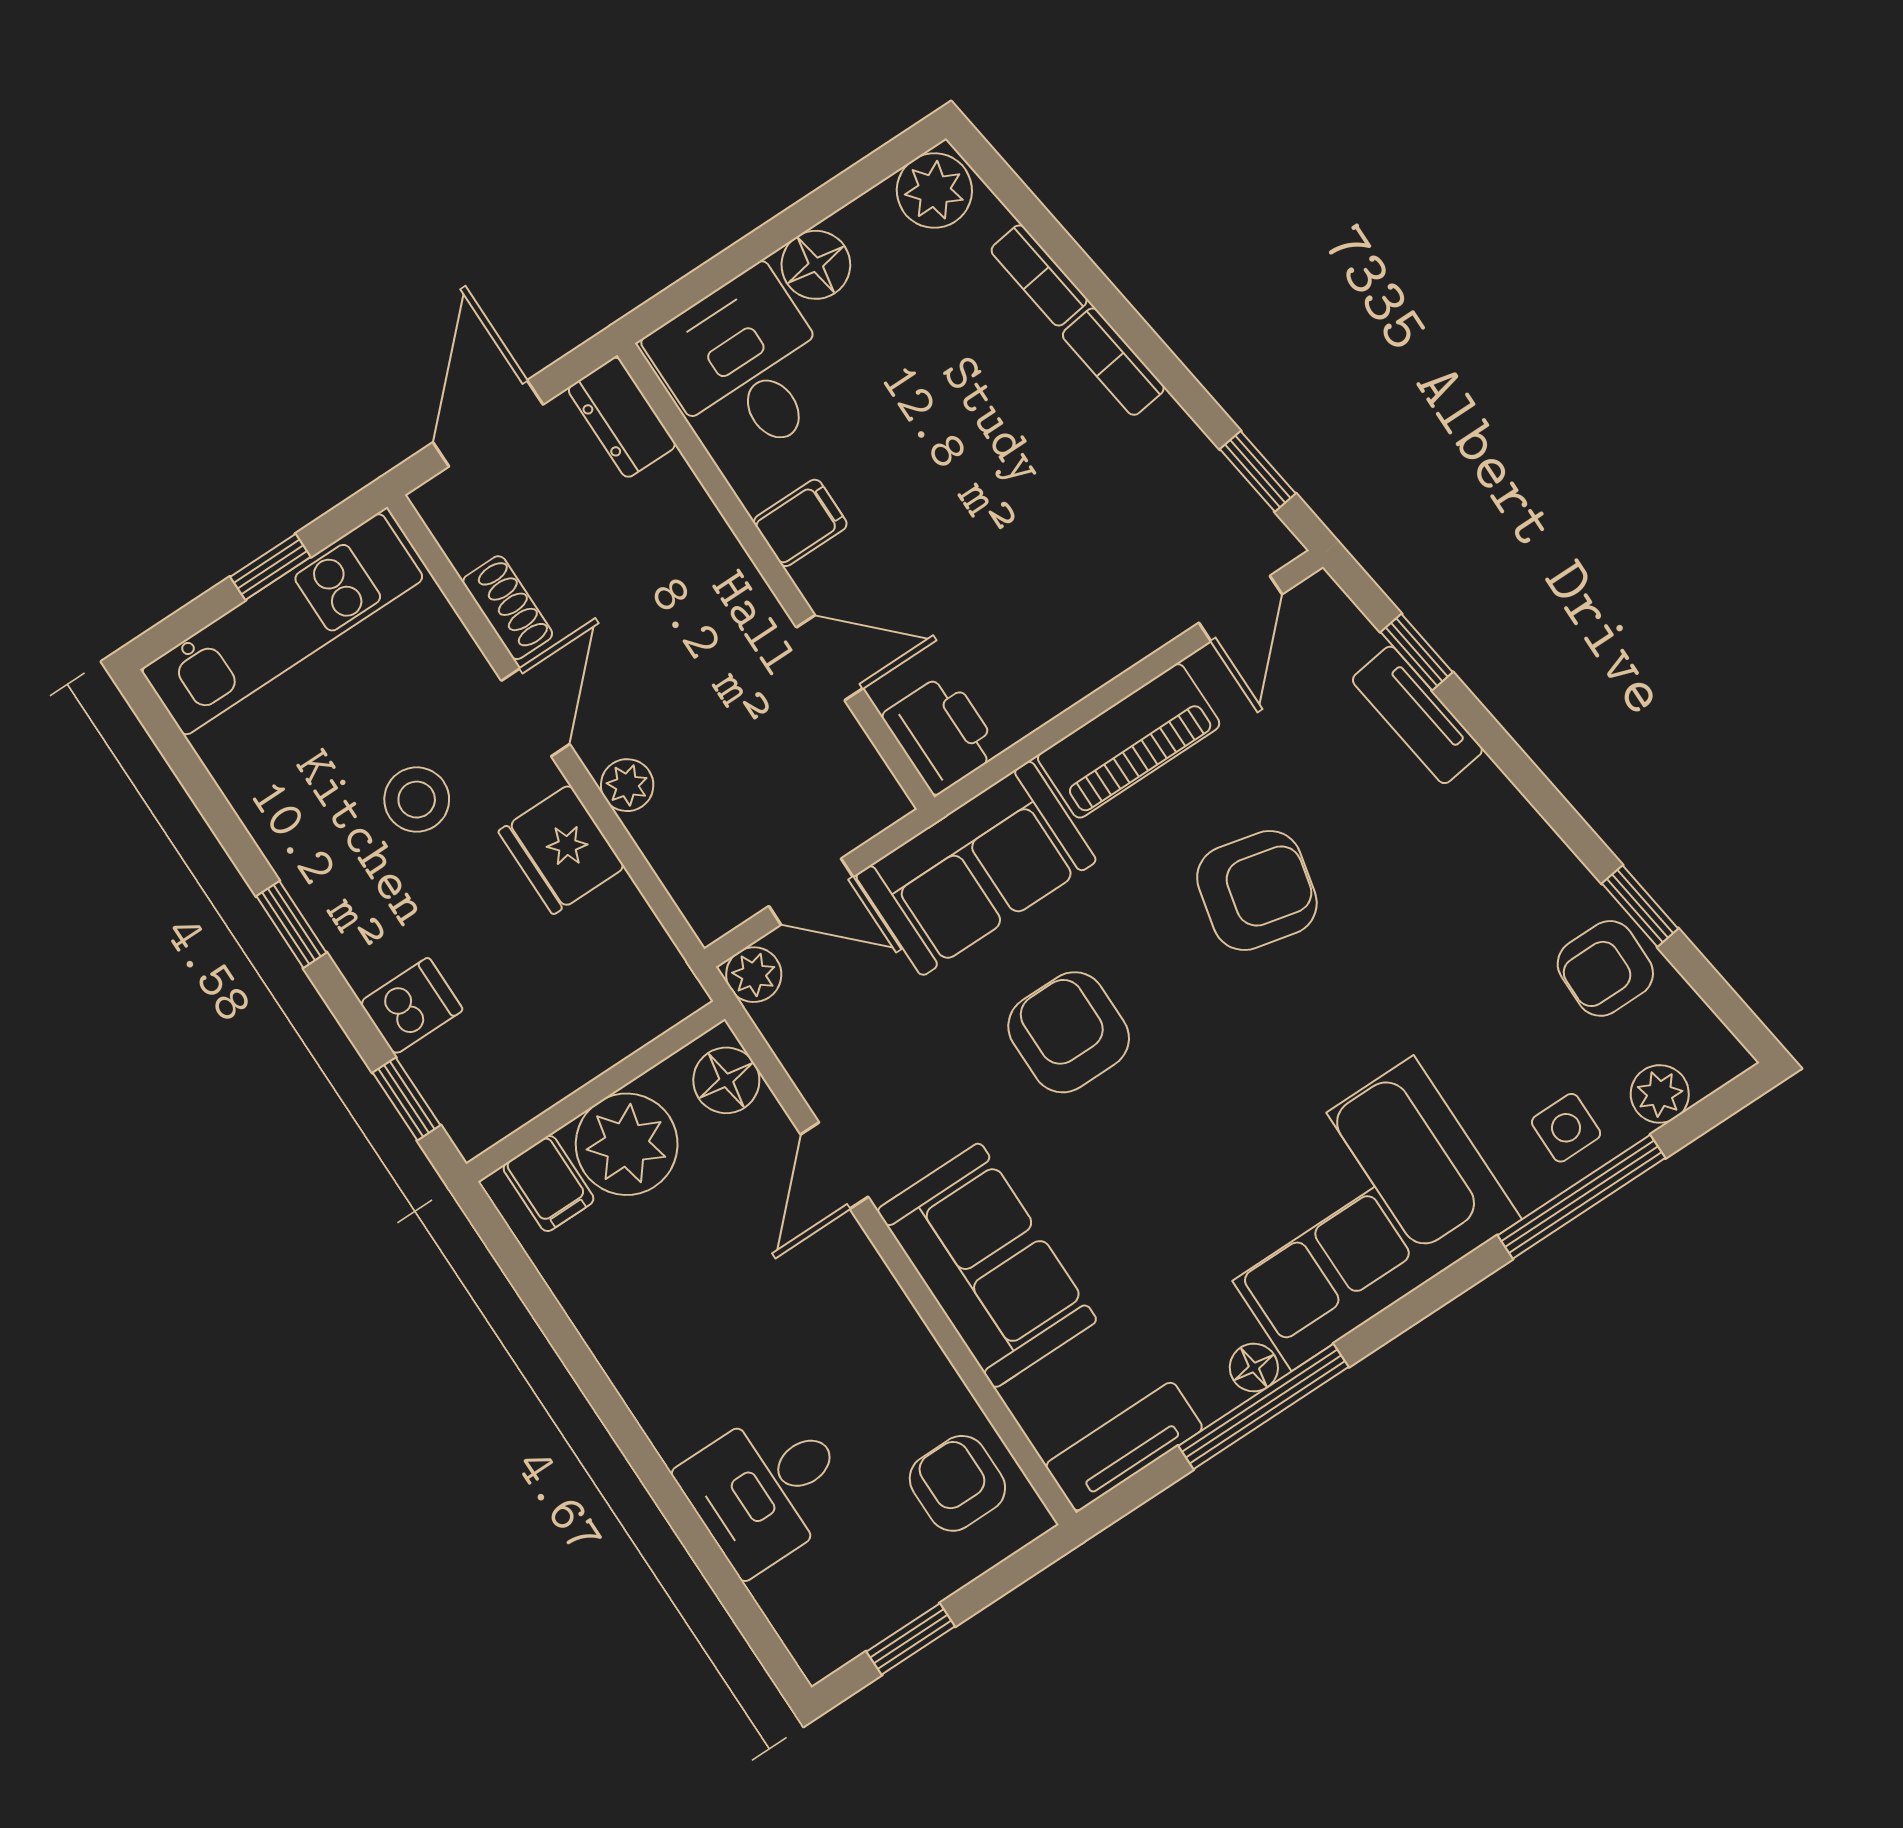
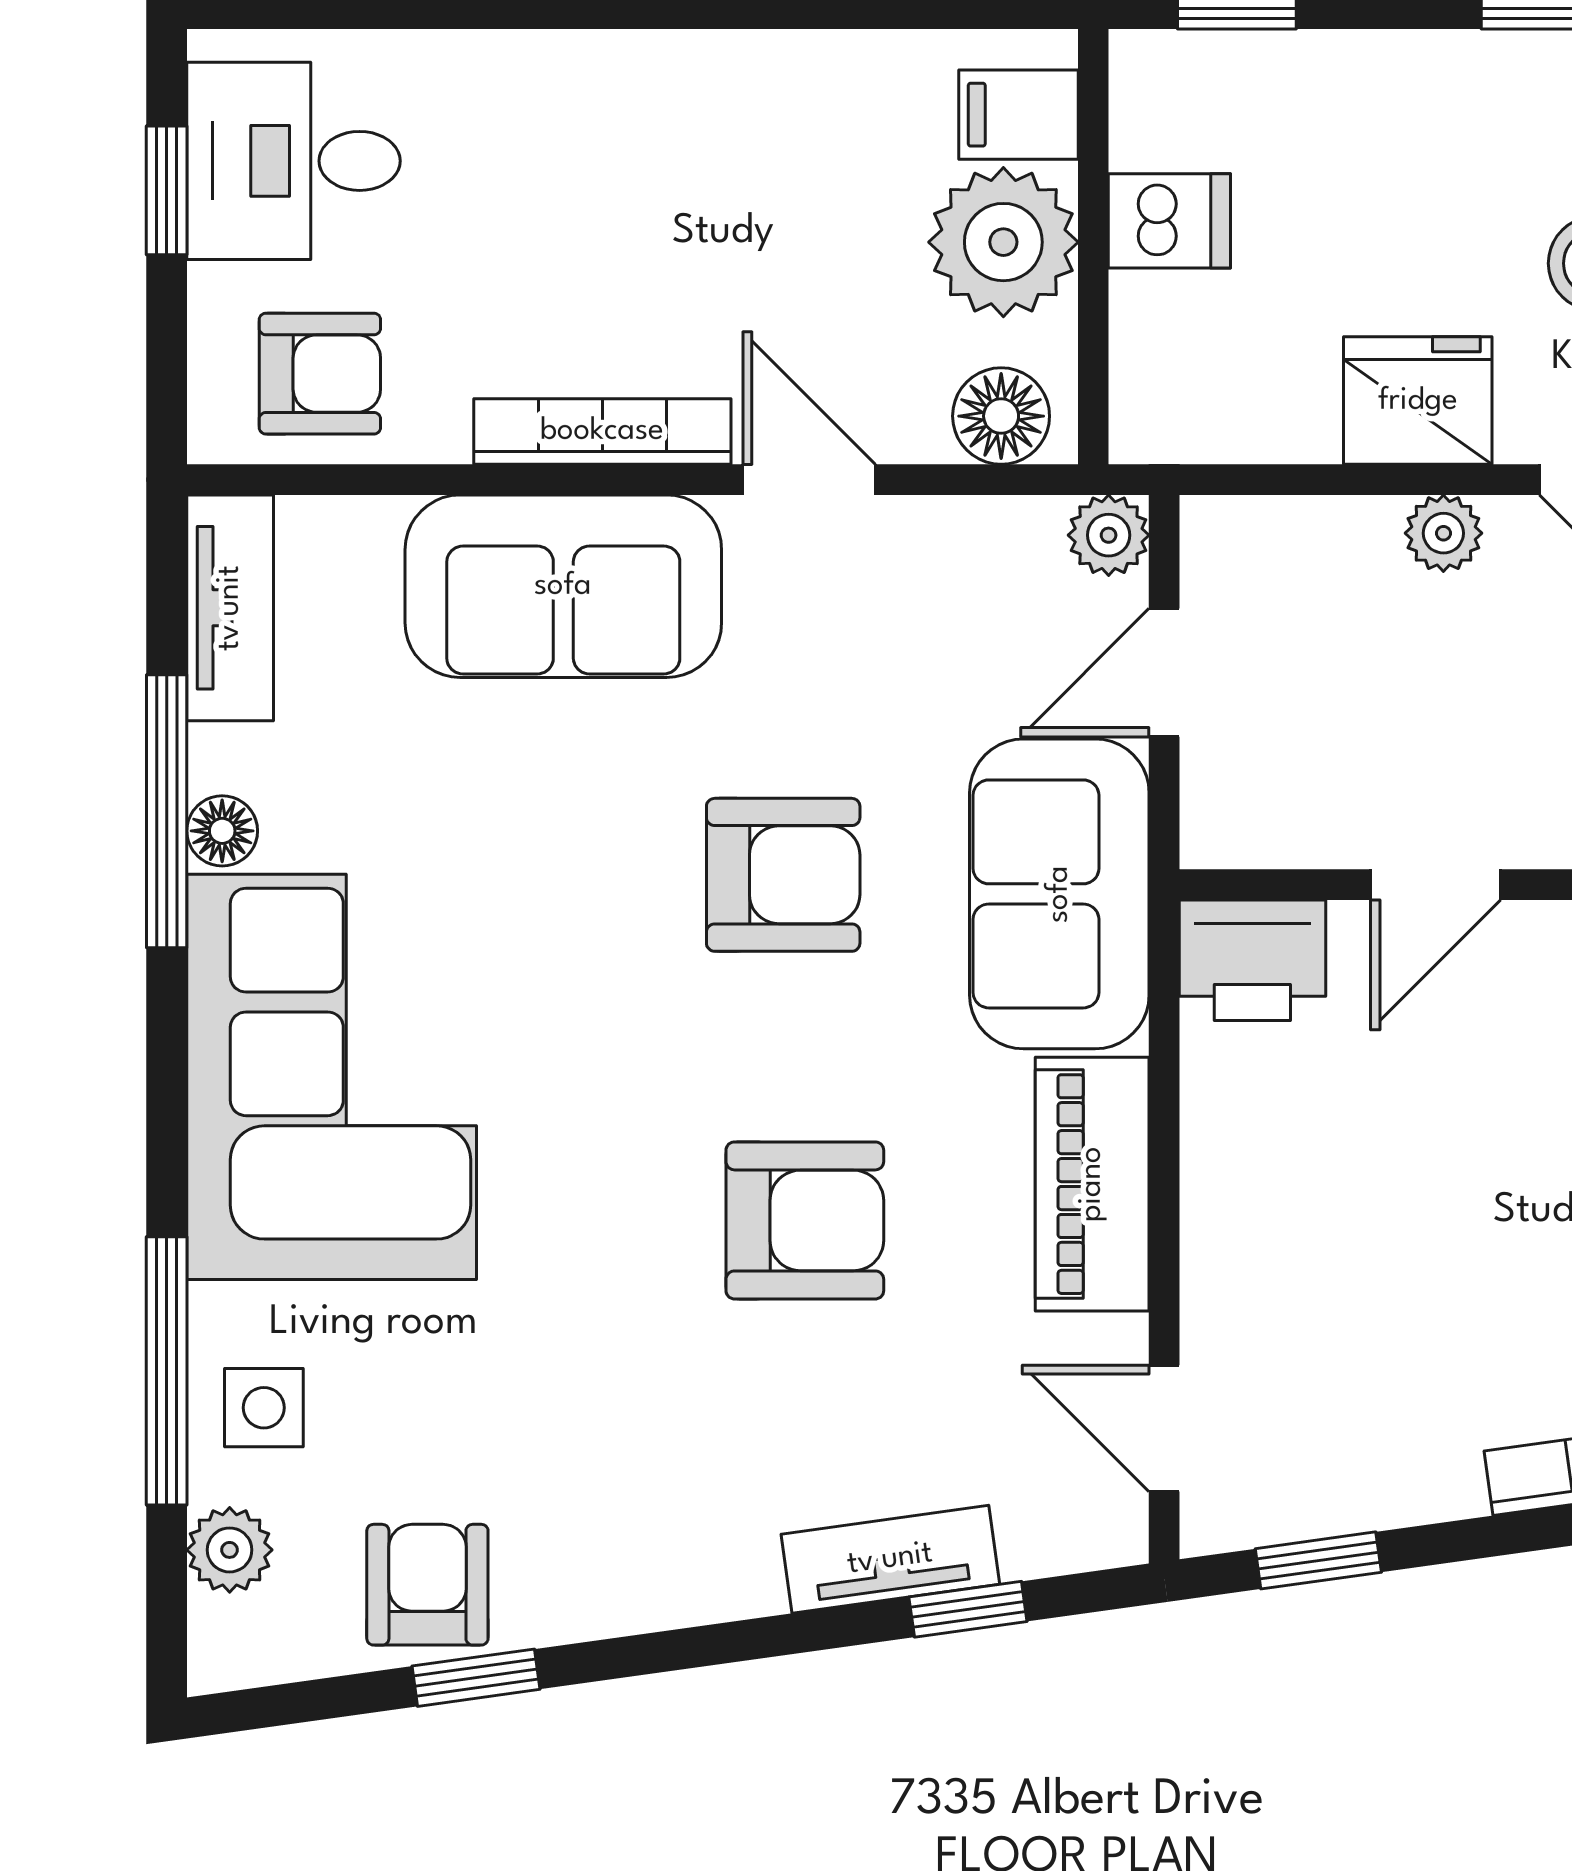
armchair: (1257, 890) -> (805, 1220), turned -103
dishwasher: (411, 1006) -> (1169, 221), moved, turned -90
bookcase: (884, 1301) -> (602, 431), added
desk: (766, 1488) -> (294, 161), moved, turned -90

